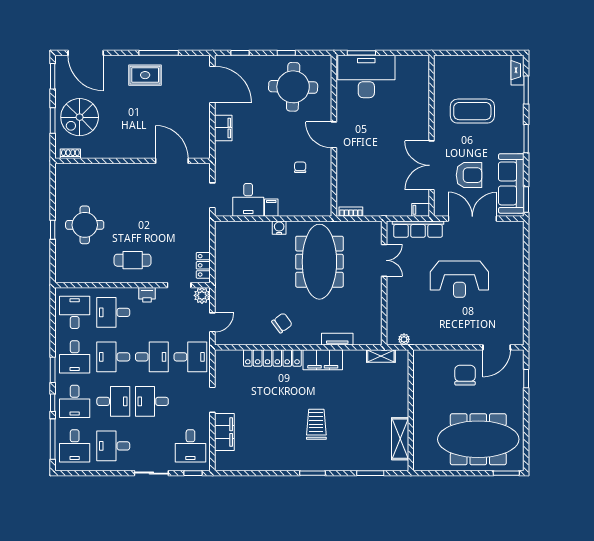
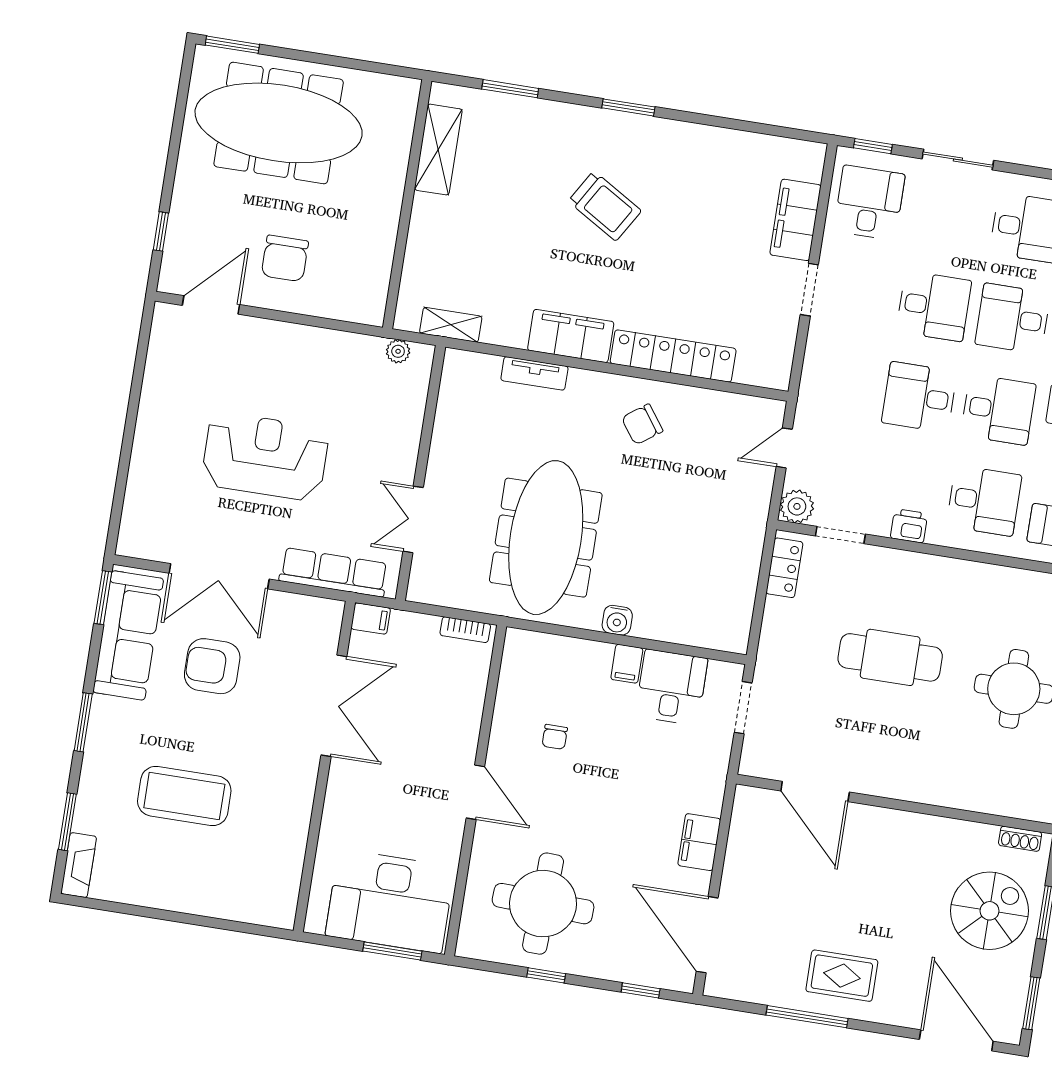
wall: (431, 136) -> (324, 767), moved
double door: (431, 165) -> (334, 706), moved
filing cabinet: (421, 210) -> (371, 619), moved
cafe table: (133, 260) -> (890, 657), moved, width x1.37, depth x1.35
desk: (190, 357) -> (840, 385), removed
trolley: (316, 424) -> (605, 206), turned -59

